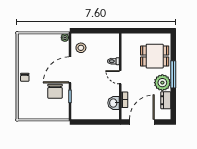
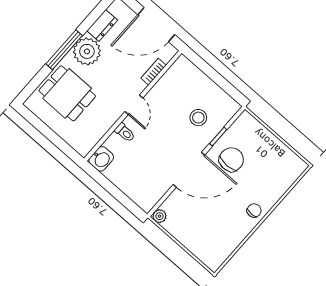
stool: (81, 48) -> (198, 118), moved
washbasin: (114, 103) -> (101, 159), moved

